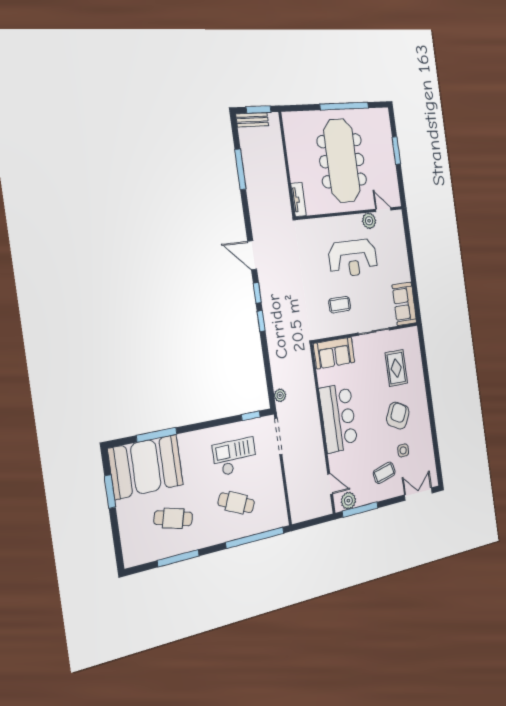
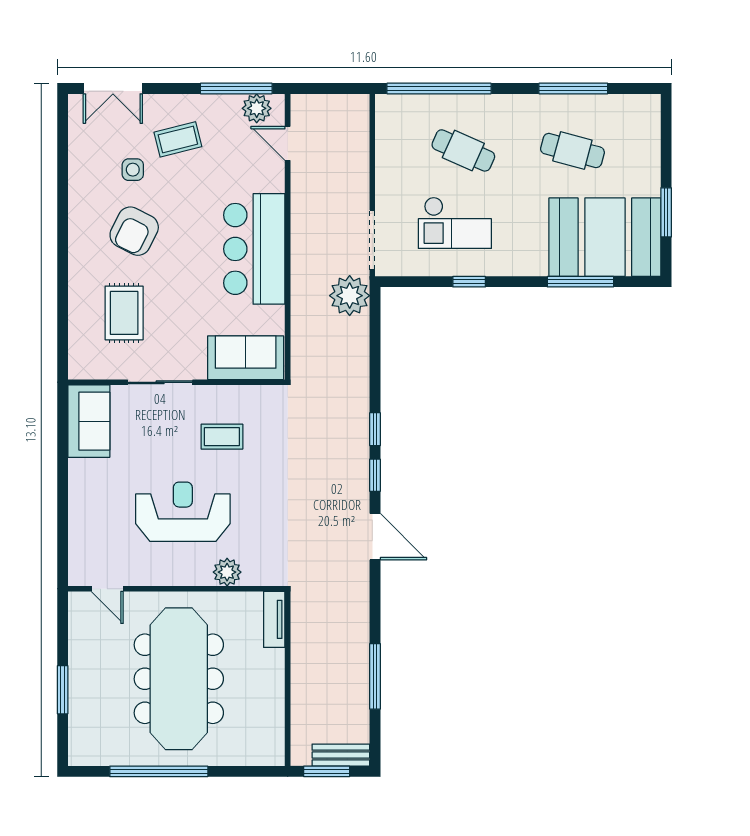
plant: (369, 221) -> (227, 572), moved
plant: (280, 395) -> (350, 296), width x1.87, depth x1.87
window: (251, 416) -> (469, 282), moved

